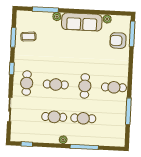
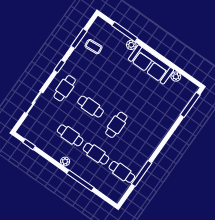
armchair: (118, 41) -> (173, 103), removed
cafe table: (114, 87) -> (122, 172), moved

